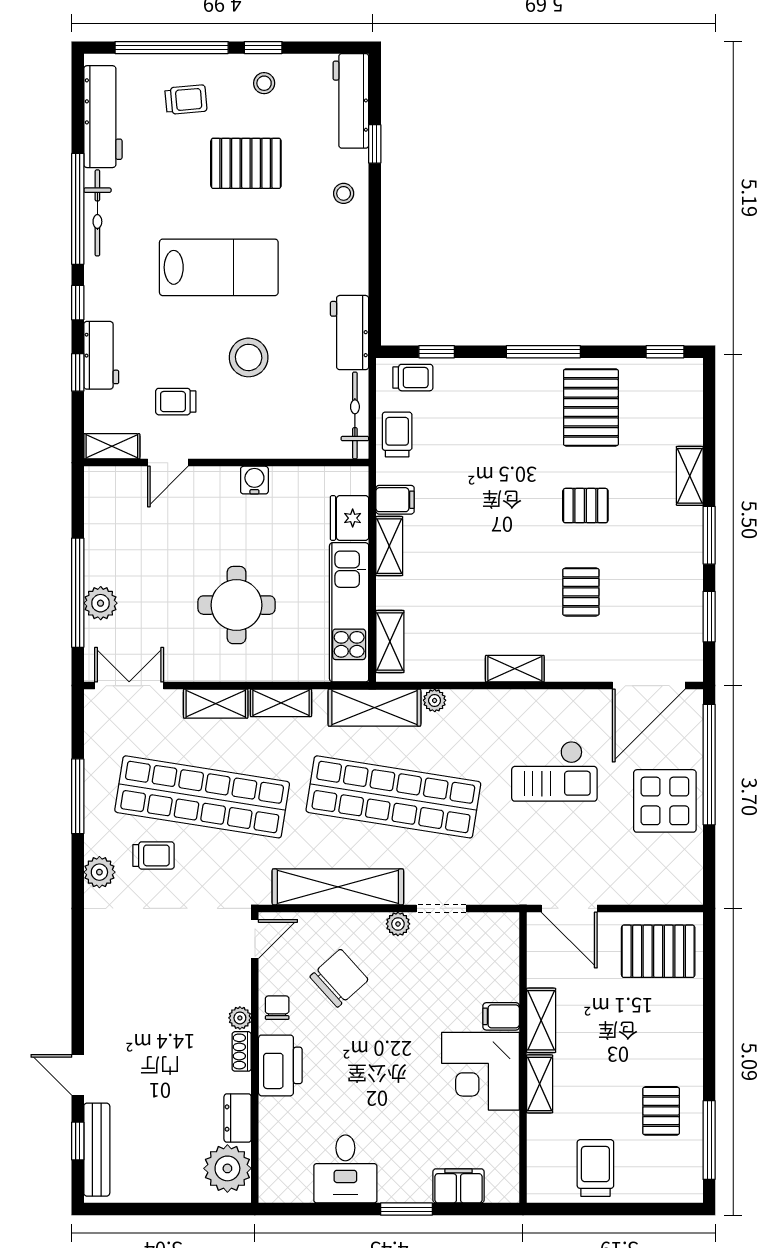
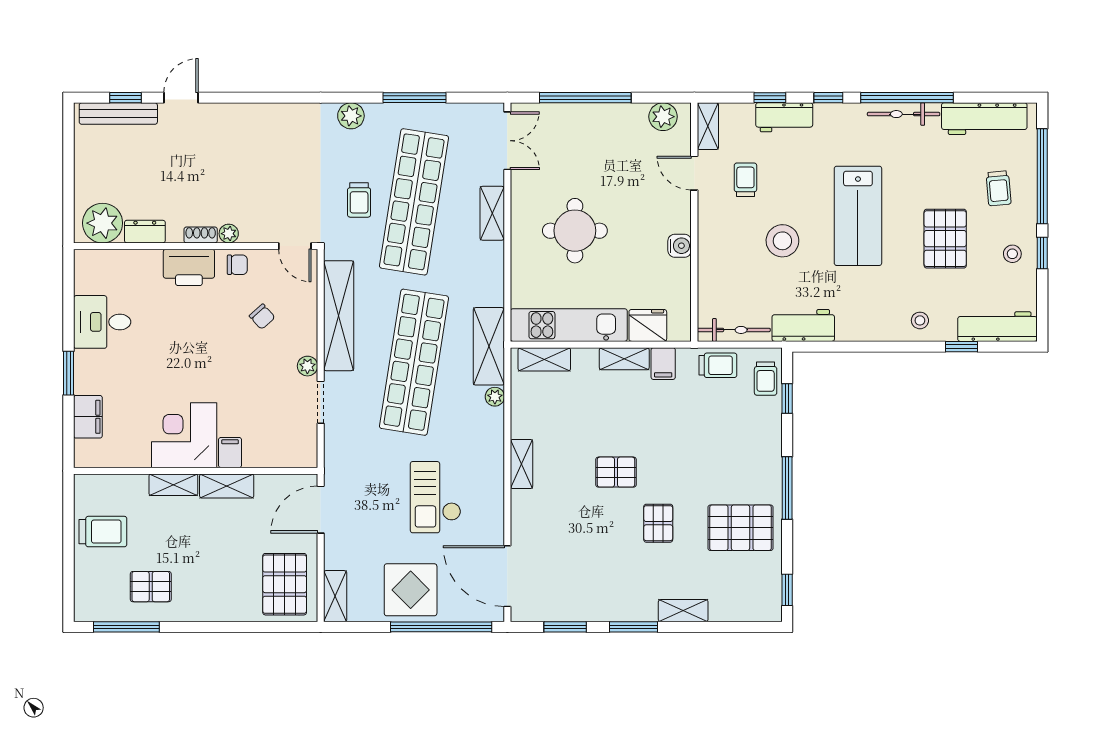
pallet: (581, 592) -> (616, 472), moved
plant: (101, 603) -> (663, 117), moved
shelving: (281, 703) -> (335, 596), moved
trolley: (154, 855) -> (359, 200), moved
chair: (339, 978) -> (262, 317), width x0.54, depth x0.54

